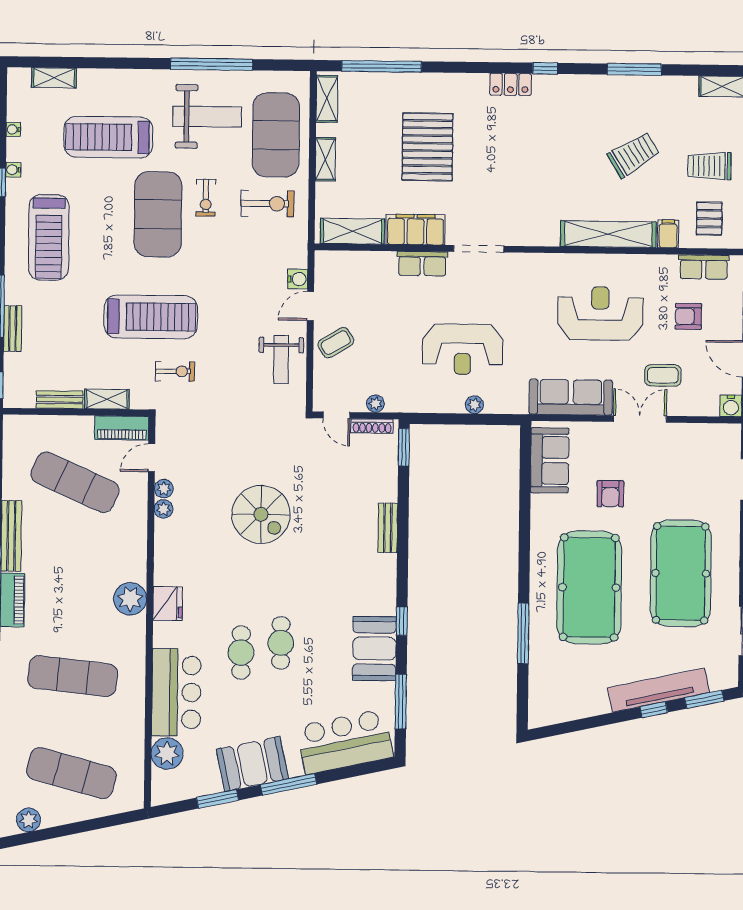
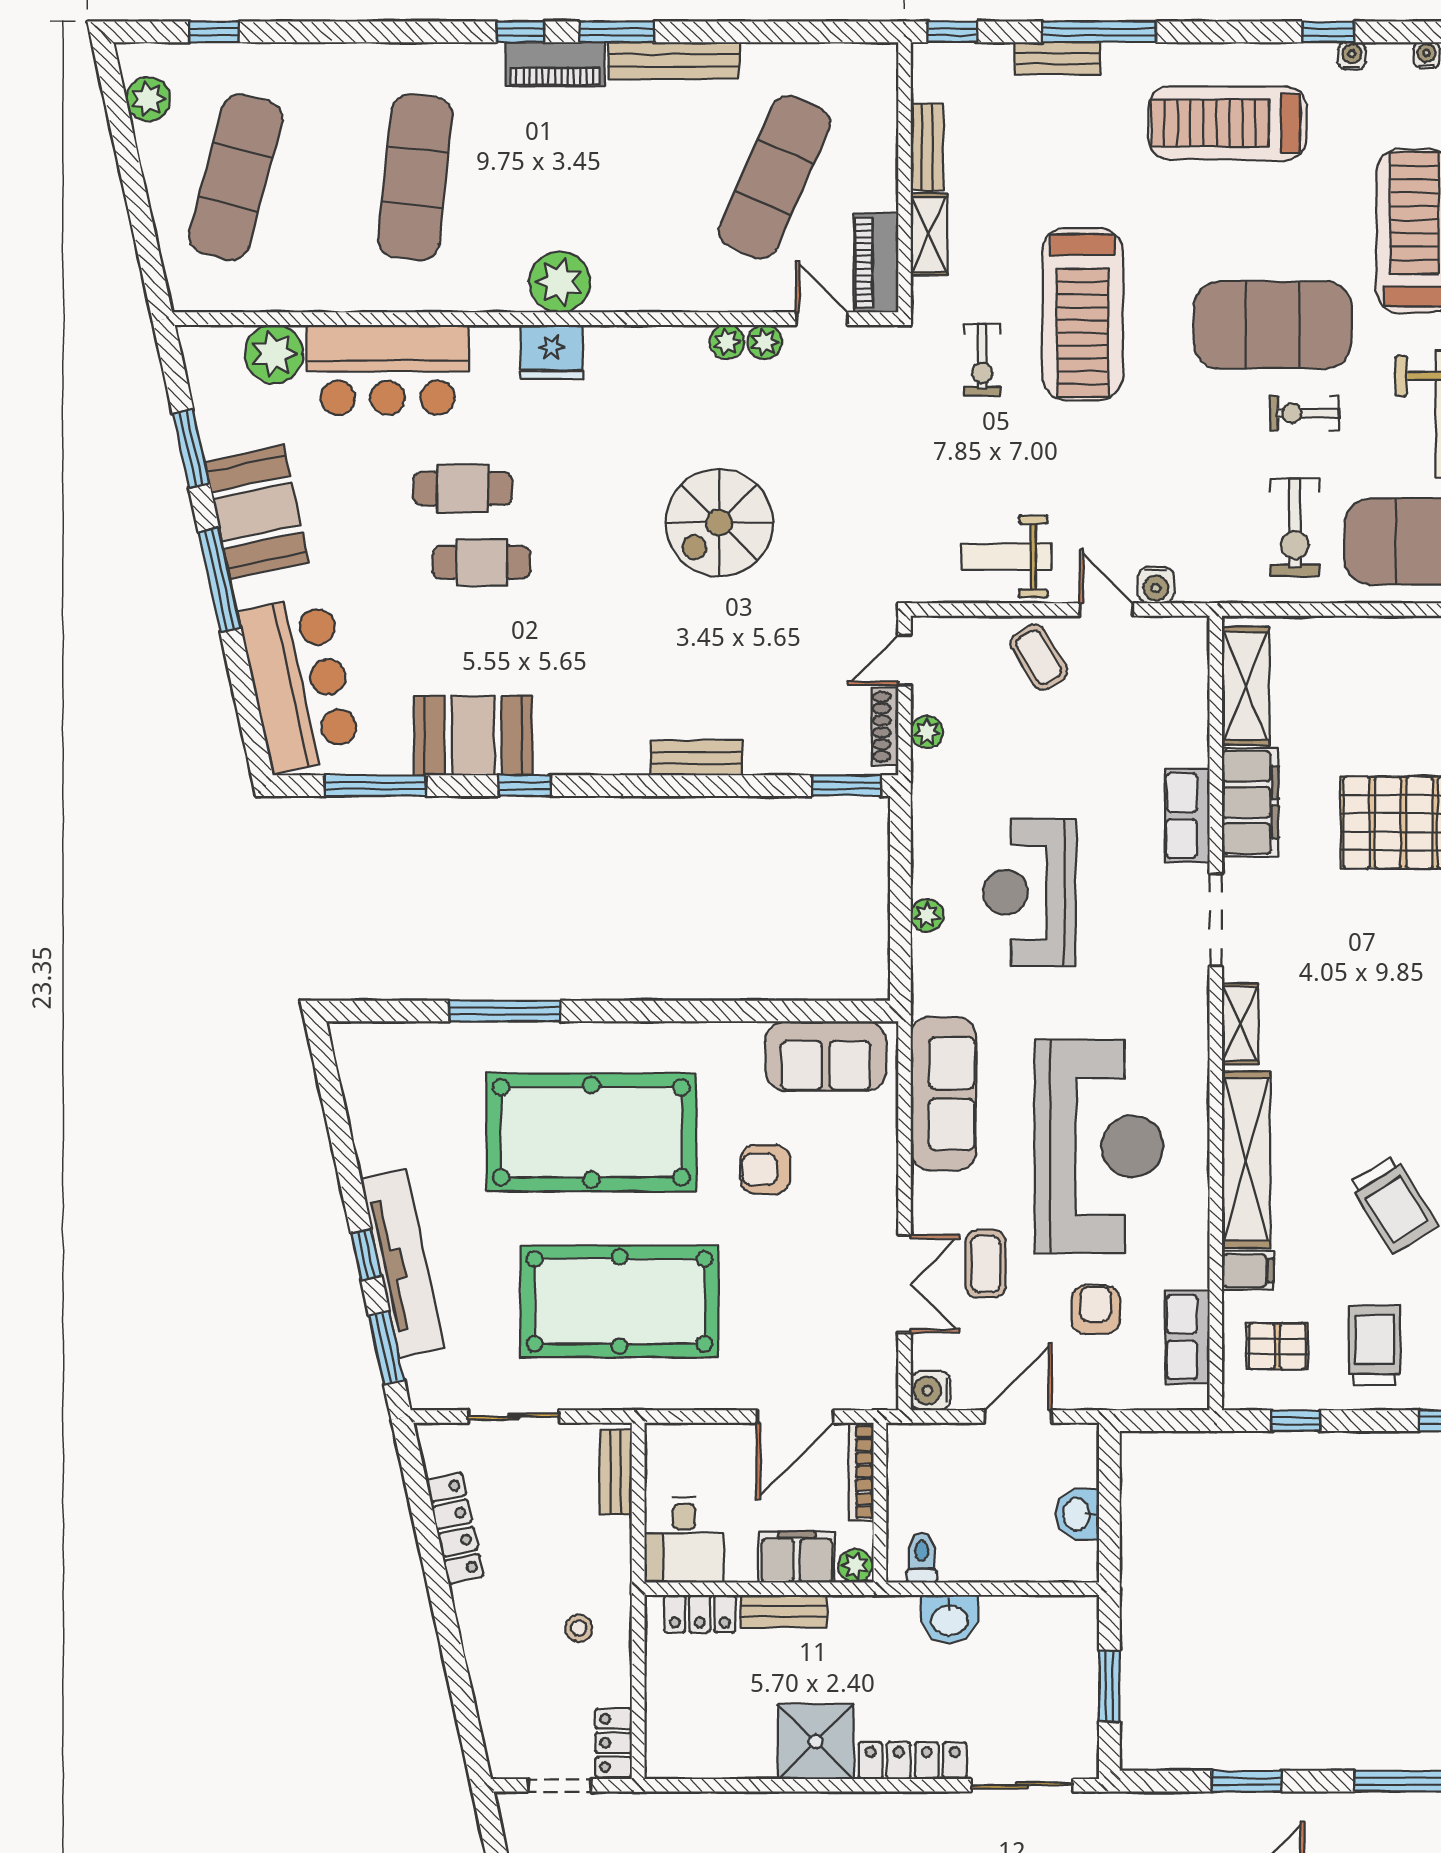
shelving: (325, 159) -> (1240, 1024), moved, turned 90
reception desk: (600, 313) -> (1099, 1146), width x1.36, depth x1.30
double door: (640, 419) -> (904, 1284), moved

